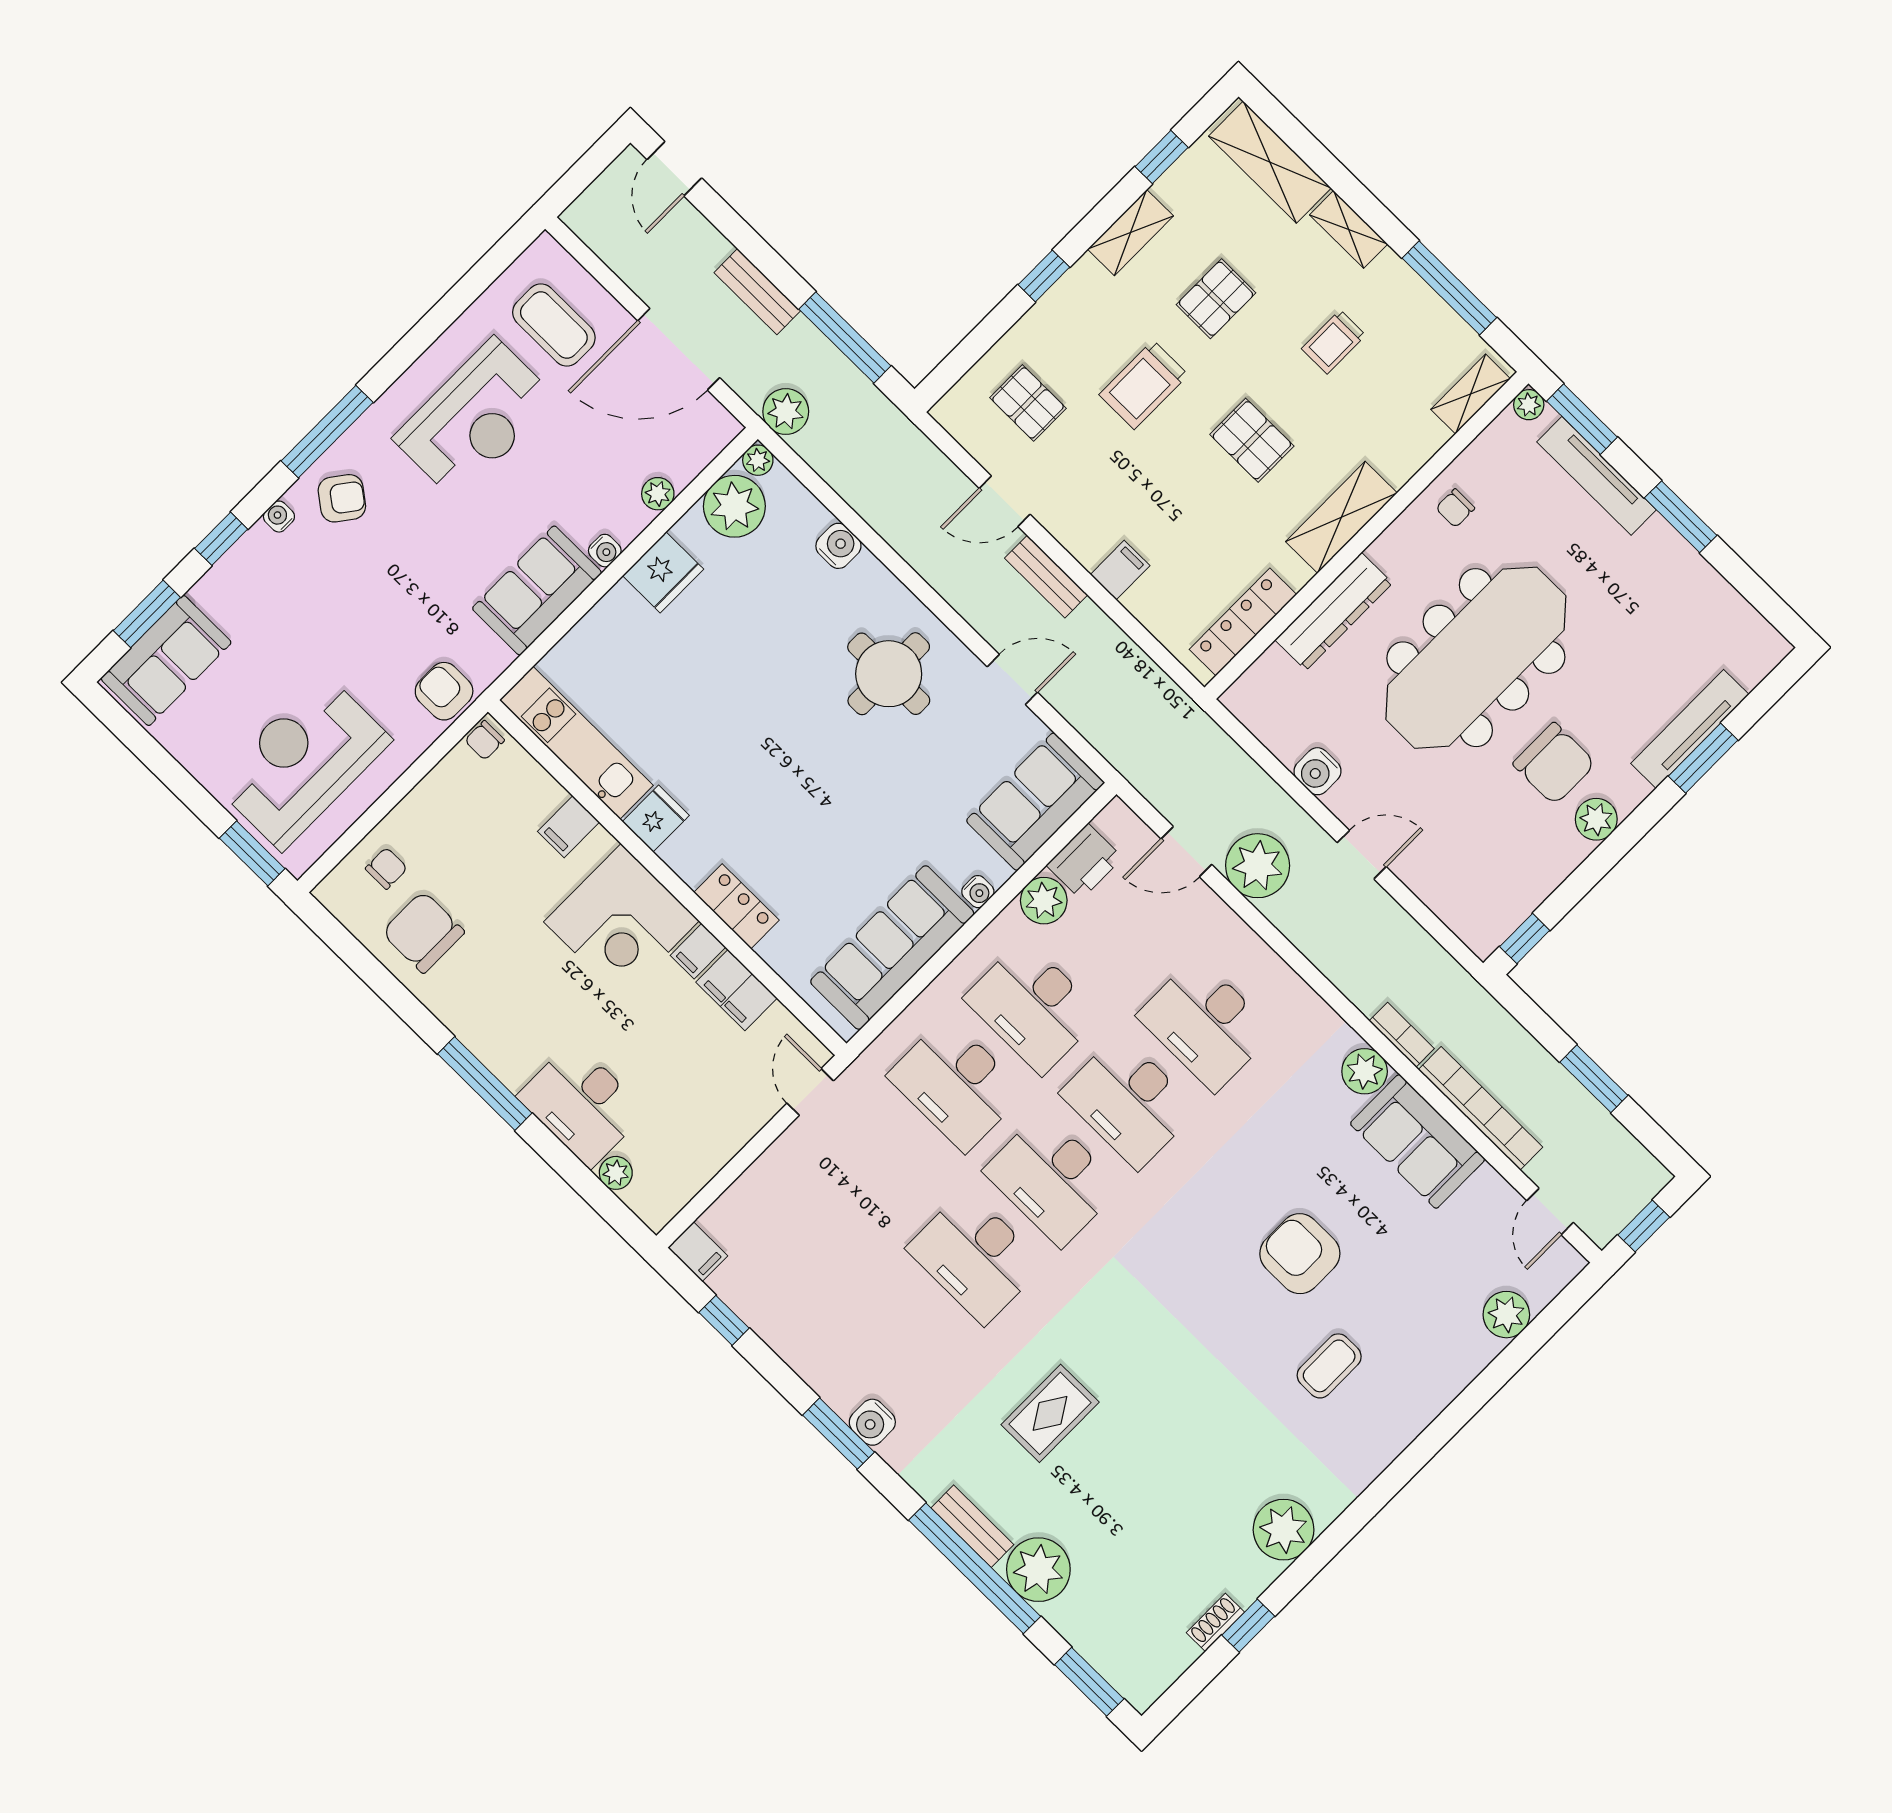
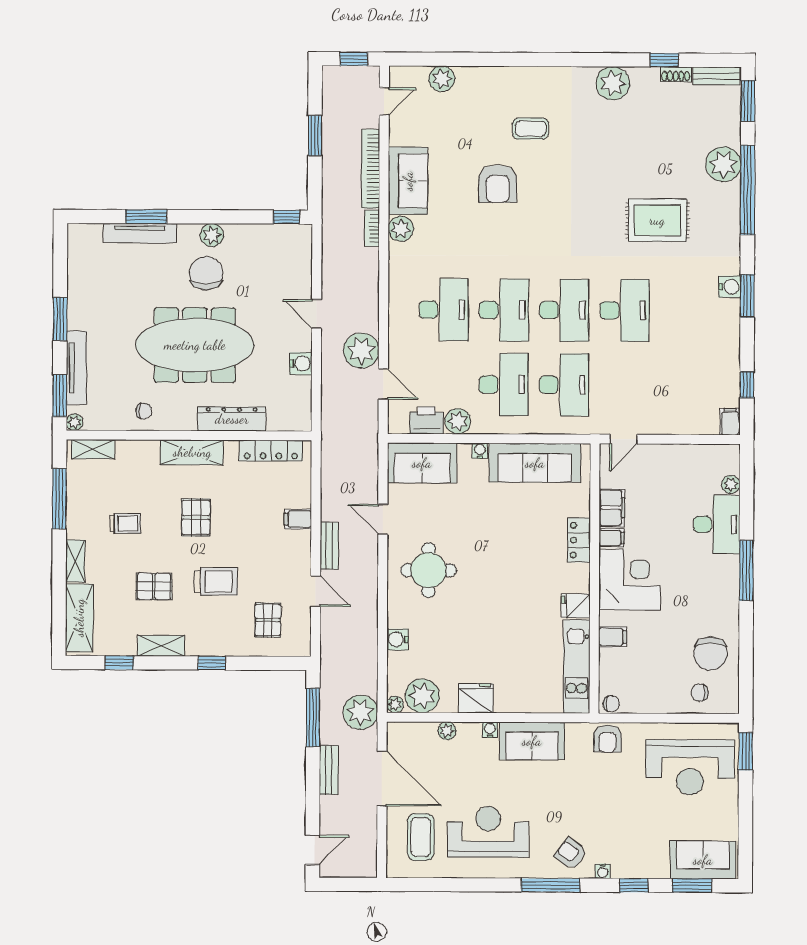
plant: (786, 412) -> (360, 712), width x1.36, depth x1.36
rug: (1050, 1413) -> (657, 220), width x1.36, depth x1.43
bench: (972, 1526) -> (716, 76), moved, turned 90

